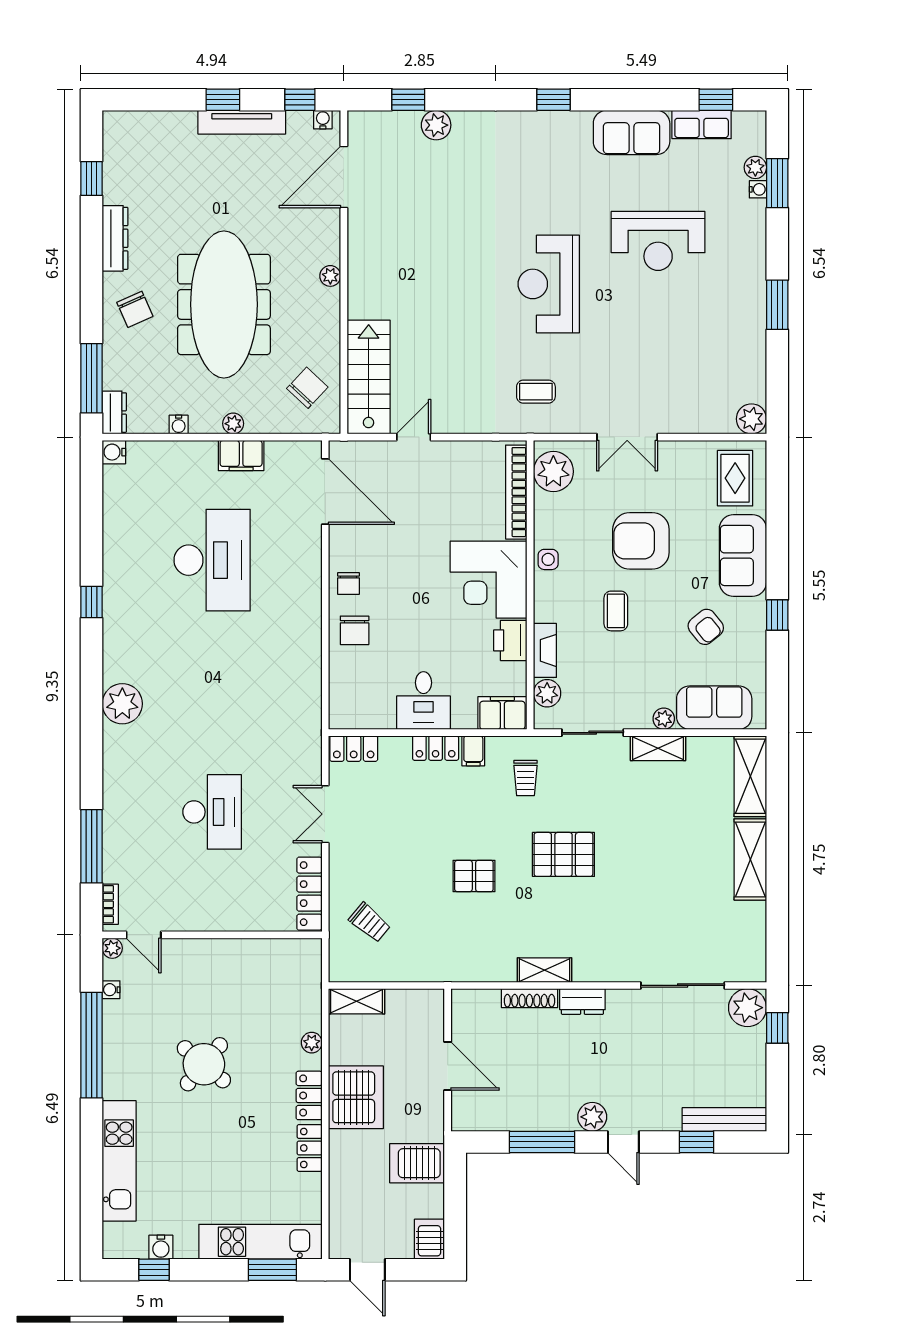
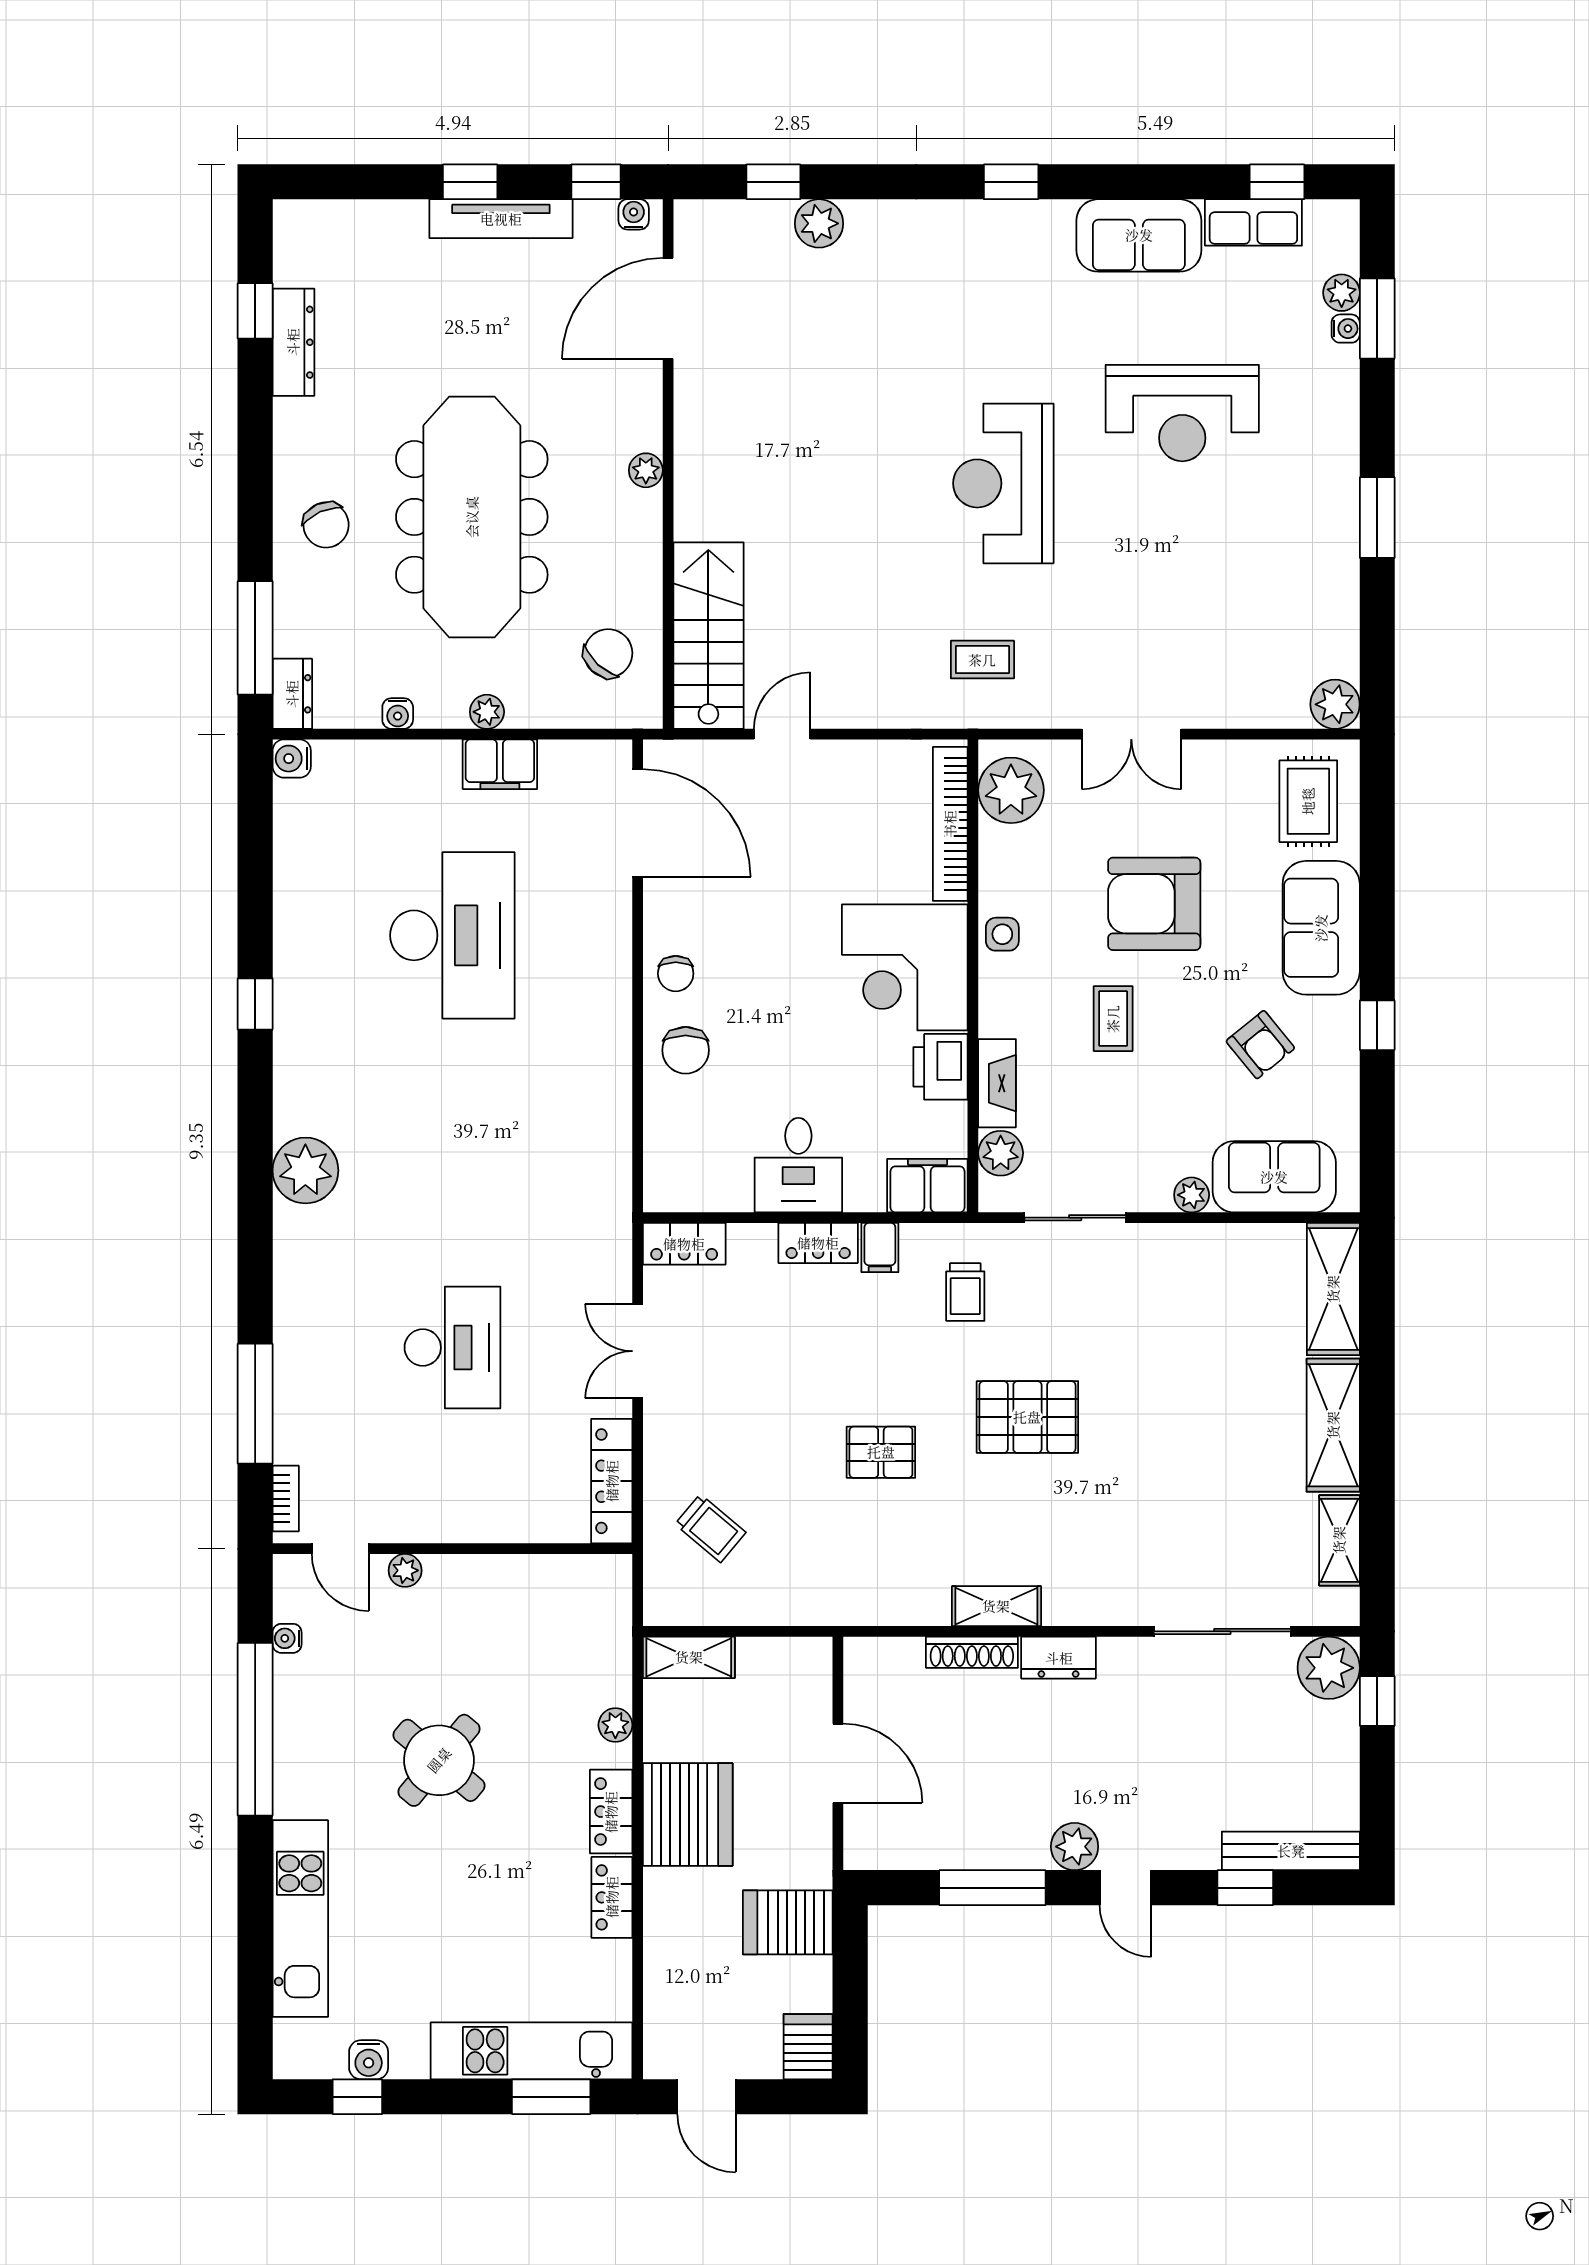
dresser: (115, 238) -> (293, 342), moved
shelving: (658, 748) -> (1339, 1540), moved, turned 90
plant: (112, 948) -> (405, 1570), moved

